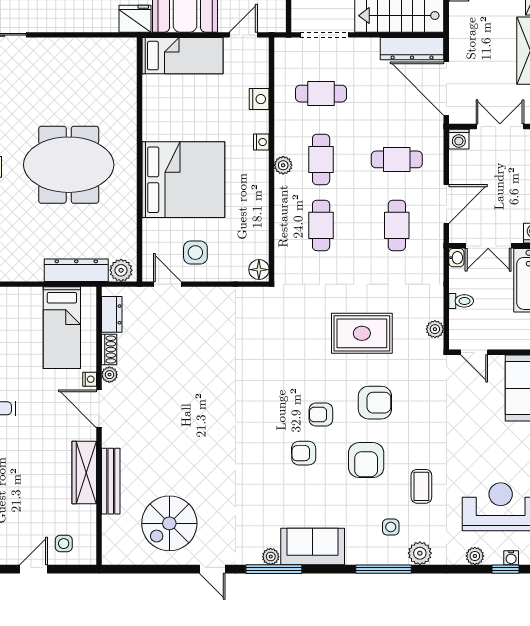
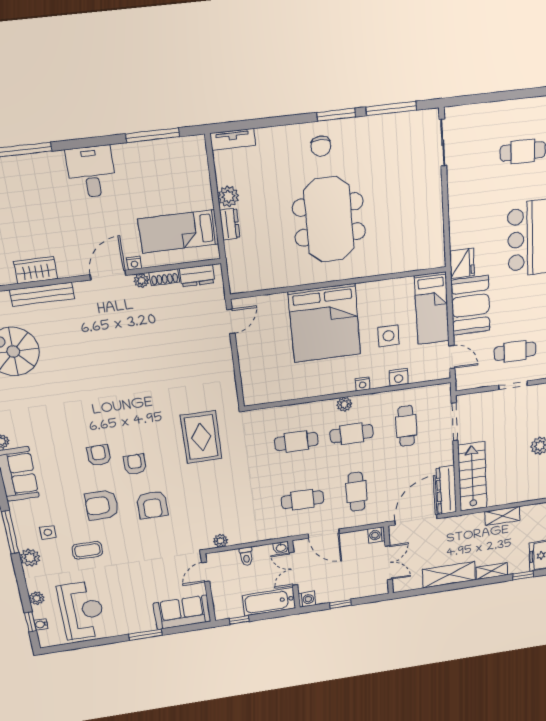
side table: (195, 253) -> (389, 336), moved
dresser: (76, 270) -> (230, 224), width x0.51, depth x0.80
plant: (121, 270) -> (228, 196), moved
floor lamp: (259, 270) -> (253, 397), removed
rug: (362, 333) -> (201, 437), moved
wardrobe: (84, 472) -> (36, 270), width x0.67

